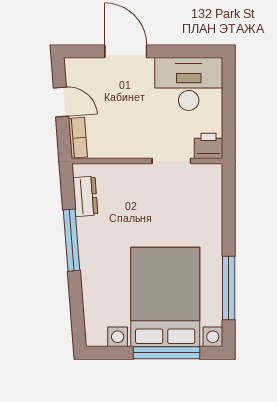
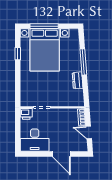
dresser: (85, 196) -> (78, 80), moved
window: (72, 240) -> (83, 62), moved
window: (229, 288) -> (18, 54), width x0.46

